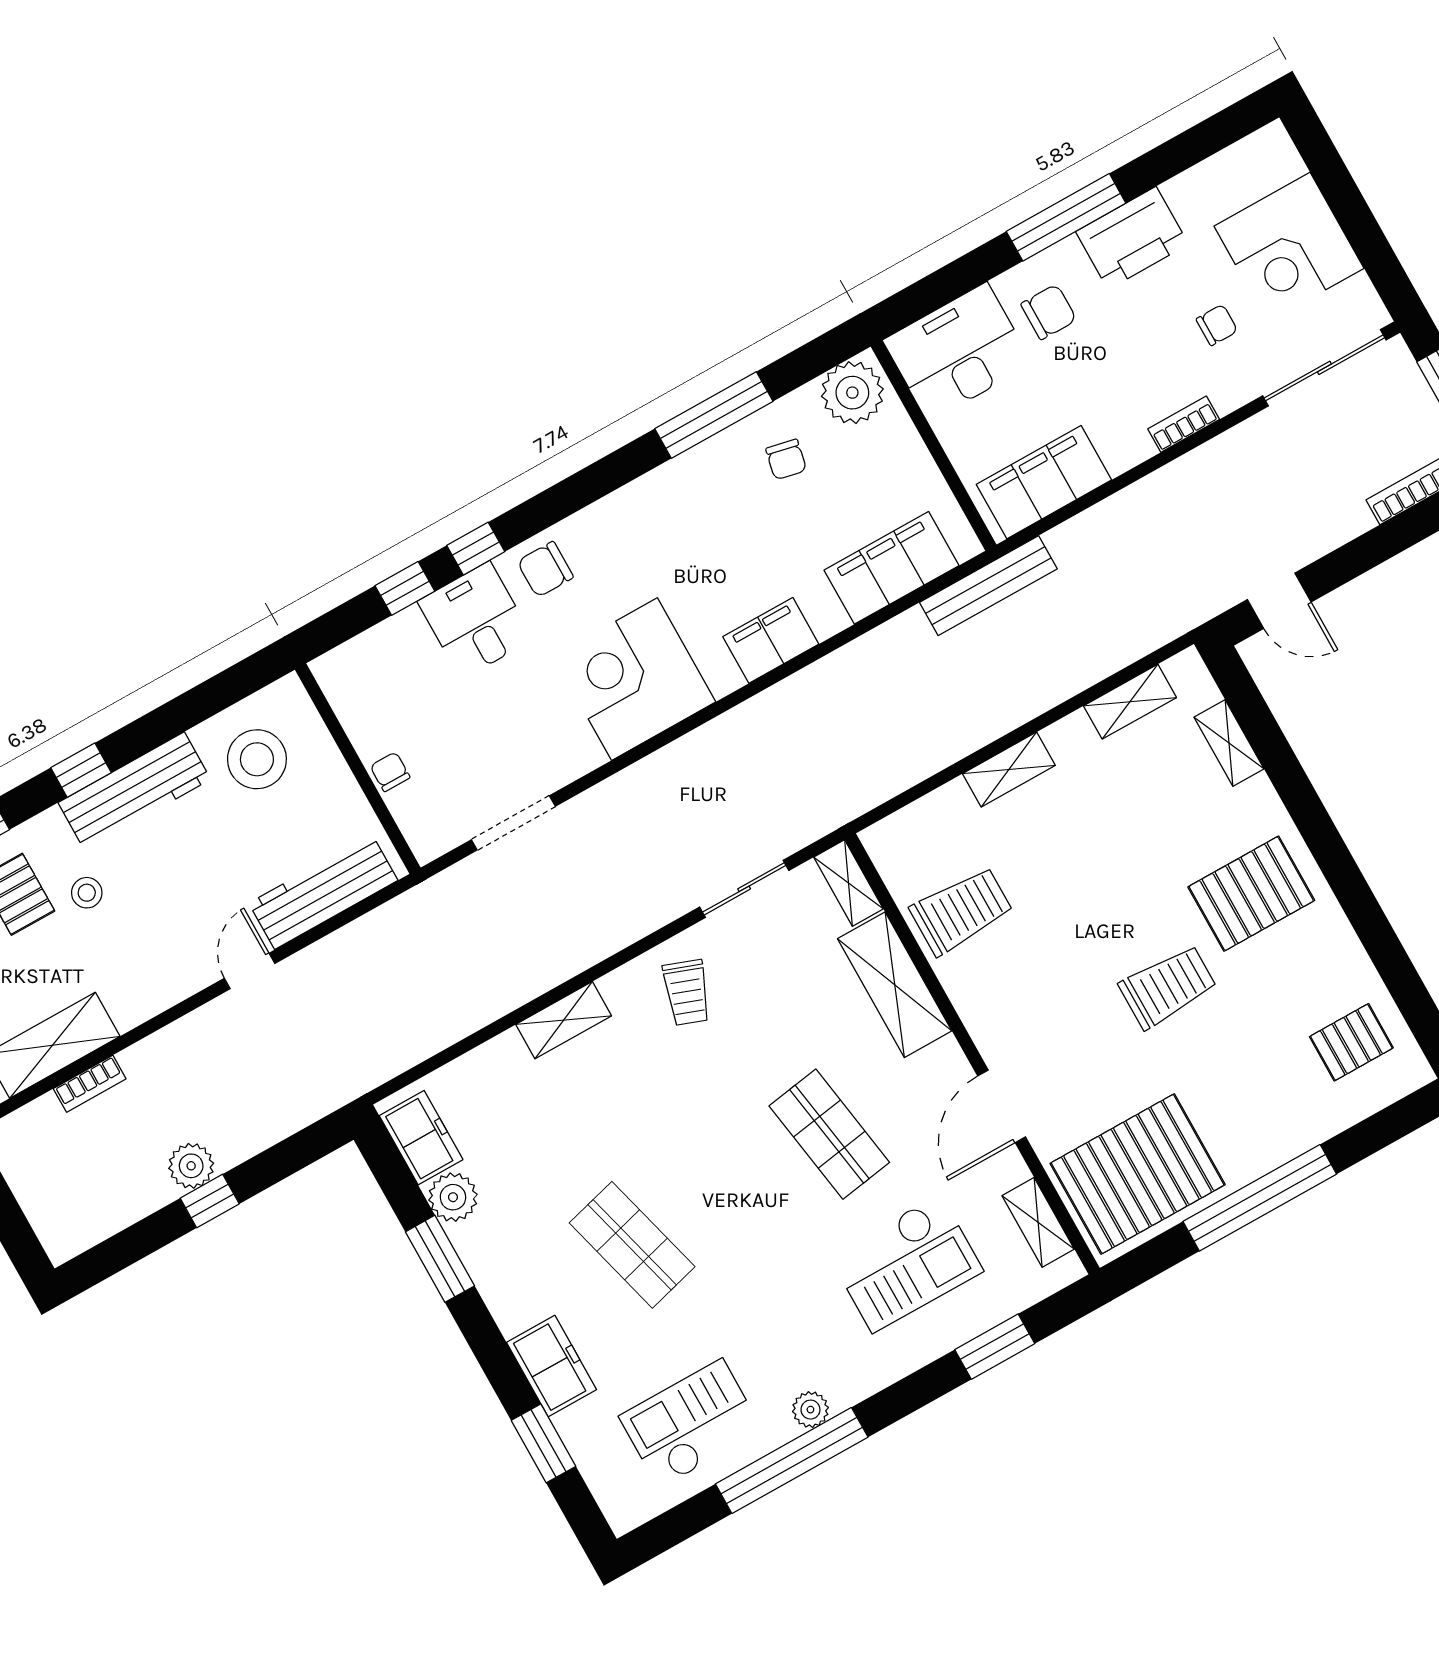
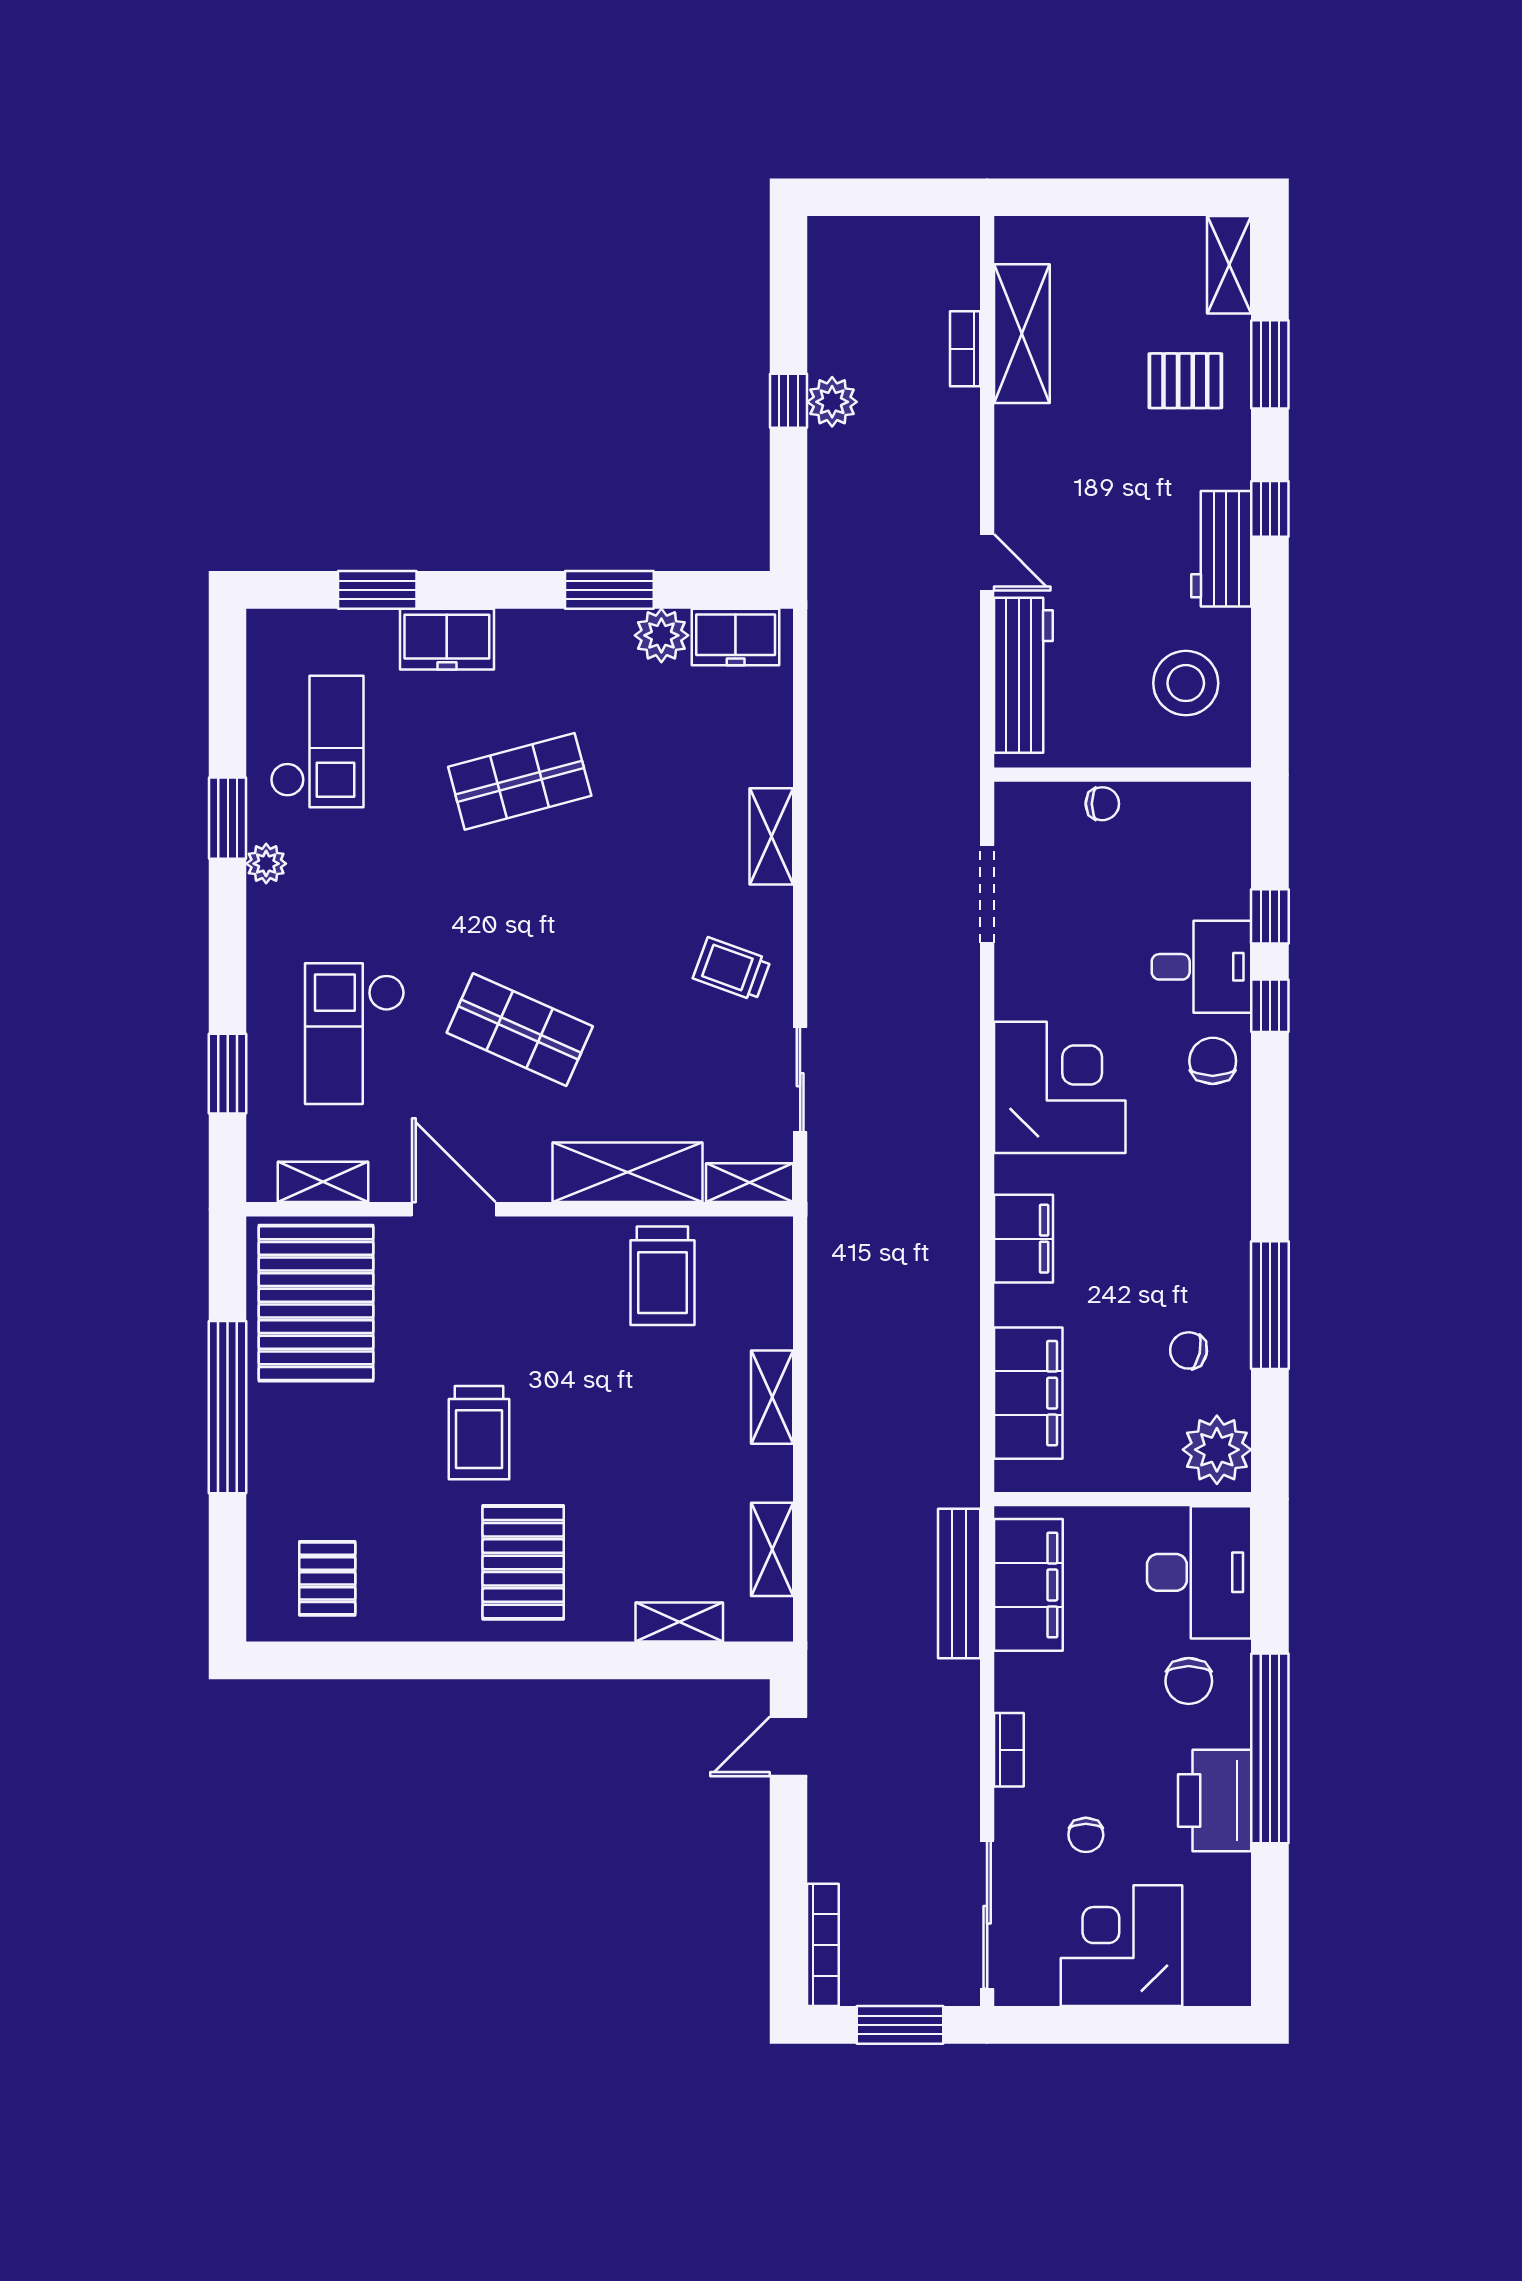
window: (1066, 217) -> (1270, 1748), width x1.46
bench: (988, 586) -> (959, 1584), moved
workbench: (134, 791) -> (1221, 549), width x0.73
stool: (87, 893) -> (1149, 448), removed
shop shelf: (829, 1134) -> (520, 1030), turned 33
window: (792, 1461) -> (228, 818), width x0.47

